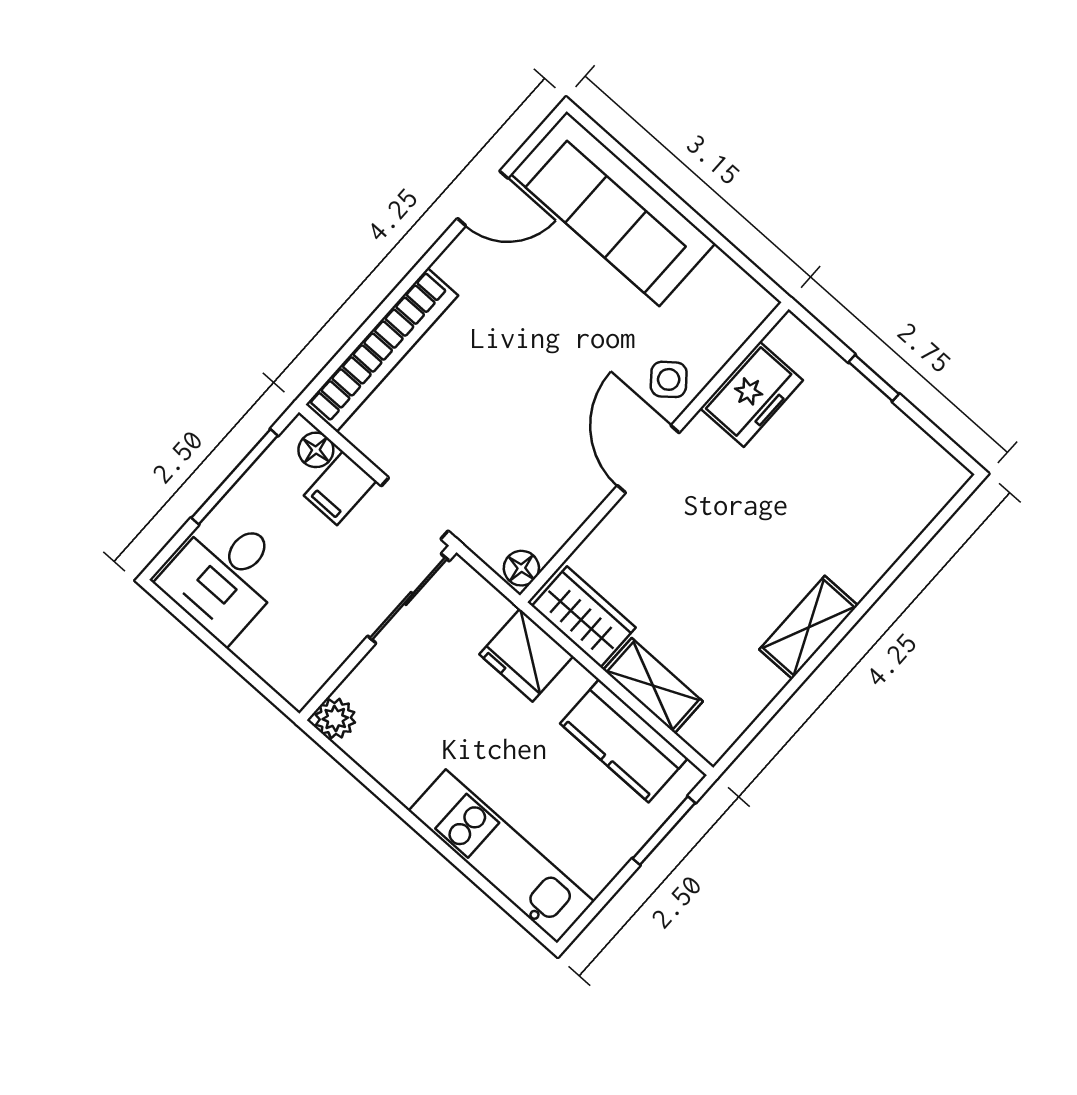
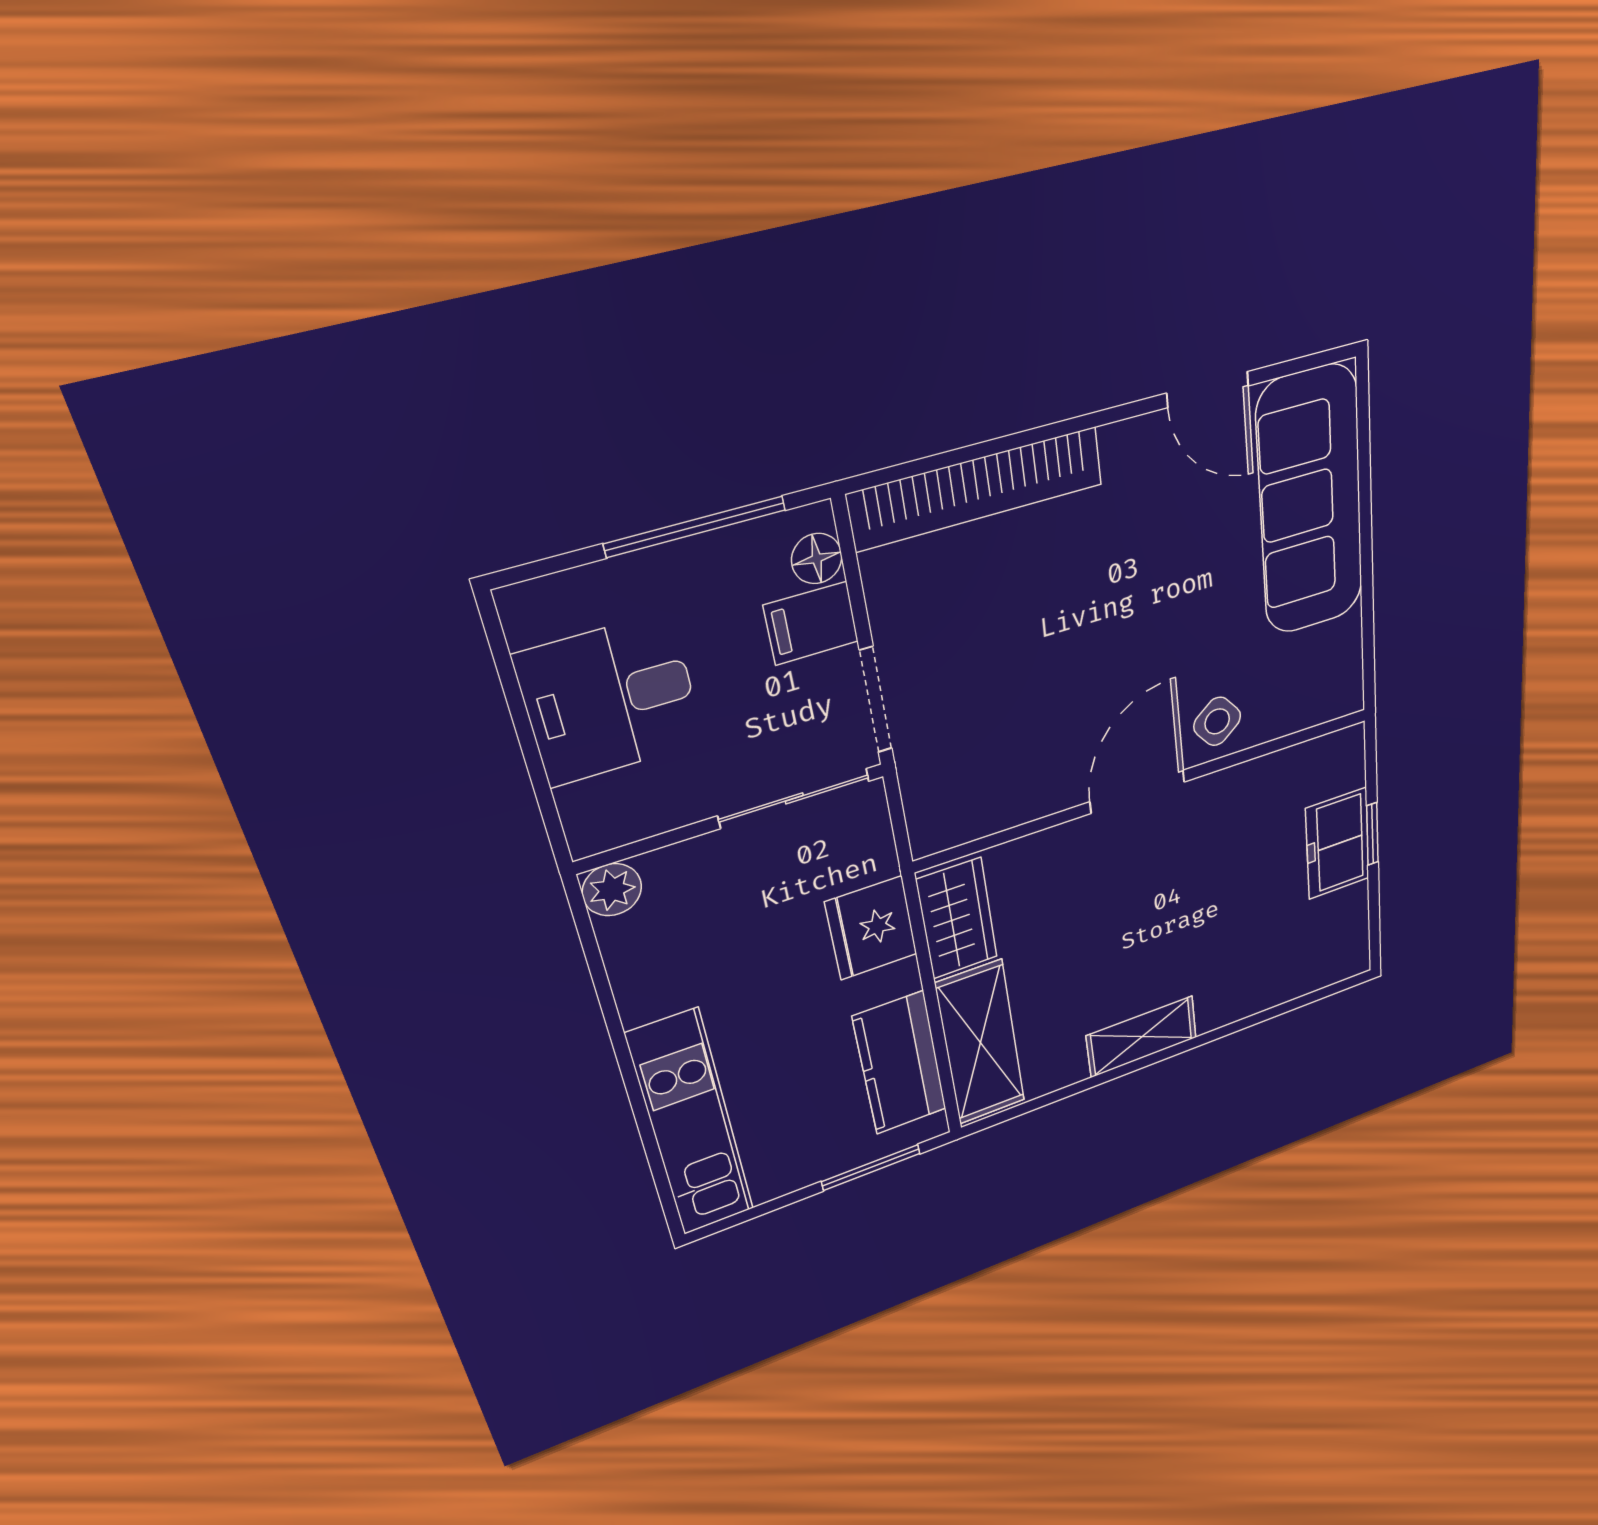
freezer: (752, 394) -> (1338, 844), moved, turned 90
floor lamp: (521, 568) -> (935, 833), removed
desk: (225, 576) -> (610, 700), moved
shelving: (653, 686) -> (980, 1043), width x1.50, depth x1.33

